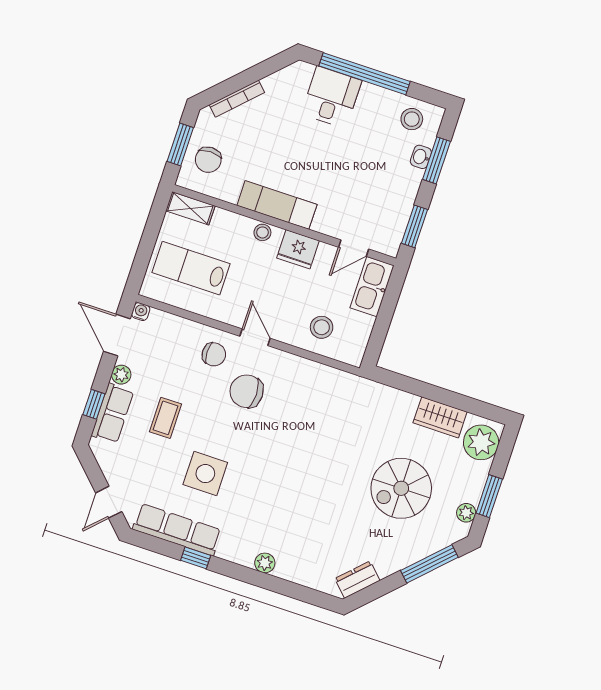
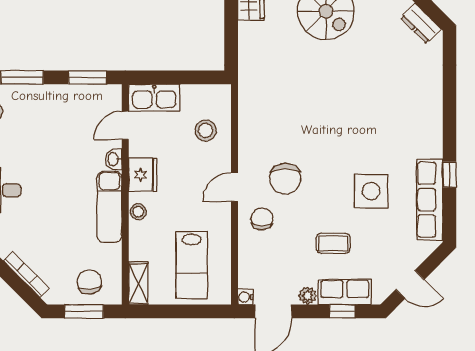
washbasin: (421, 157) -> (114, 159), moved, turned 90
chair: (208, 160) -> (89, 282), turned -96
door: (354, 248) -> (125, 125), swing flipped
door: (109, 502) -> (410, 284), moved
plant: (265, 563) -> (433, 111), removed

